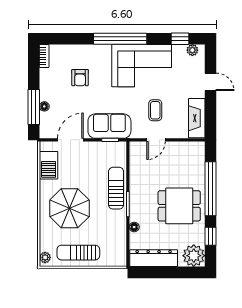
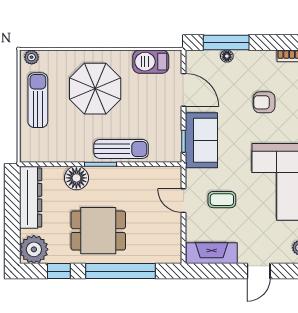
dining table: (179, 206) -> (98, 231), turned 90
floor lamp: (134, 227) -> (76, 178), width x1.89, depth x1.89

